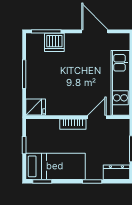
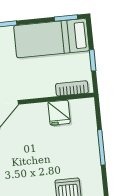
fridge: (36, 107) -> (59, 113), moved, turned -90
bookcase: (73, 124) -> (72, 88), moved

